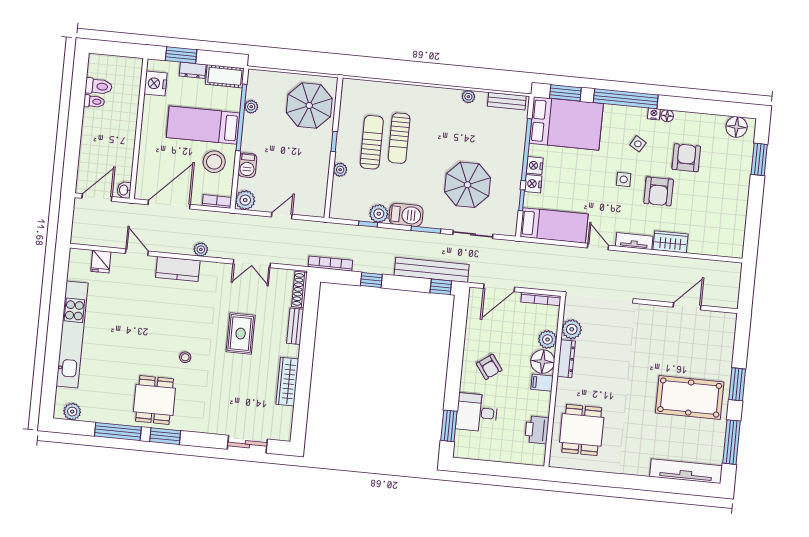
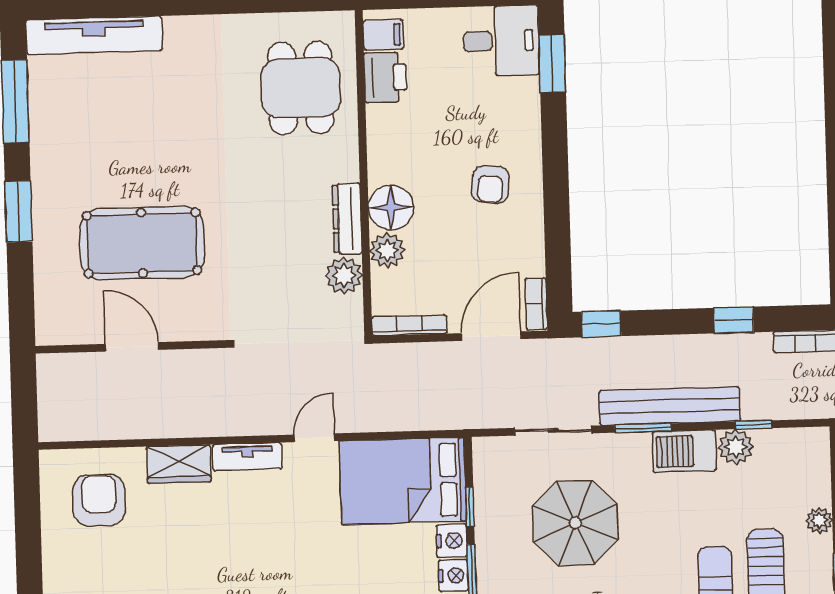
side table: (624, 179) -> (282, 571), removed
armchair: (659, 191) -> (99, 500), moved
bed: (554, 225) -> (403, 481), width x1.50
door: (598, 247) -> (314, 438), swing flipped
bench: (432, 270) -> (670, 406), moved
bookcase: (473, 302) -> (536, 304), added
door: (687, 306) -> (132, 347), swing flipped
armchair: (489, 367) -> (491, 185), turned -139
filing cabinet: (542, 383) -> (383, 35), moved
pool table: (690, 397) -> (142, 243), moved
desk: (477, 413) -> (501, 41), moved

